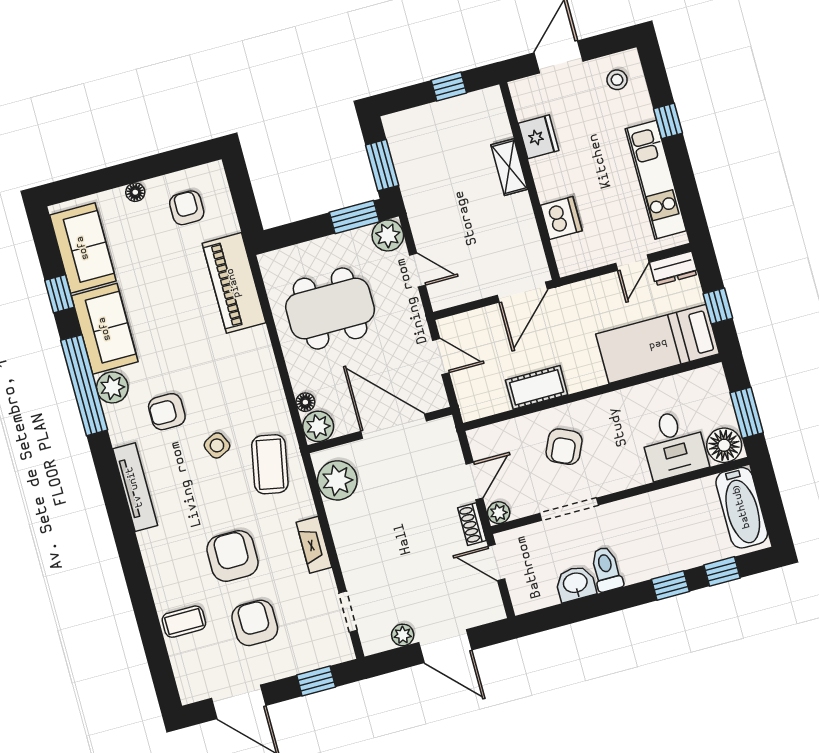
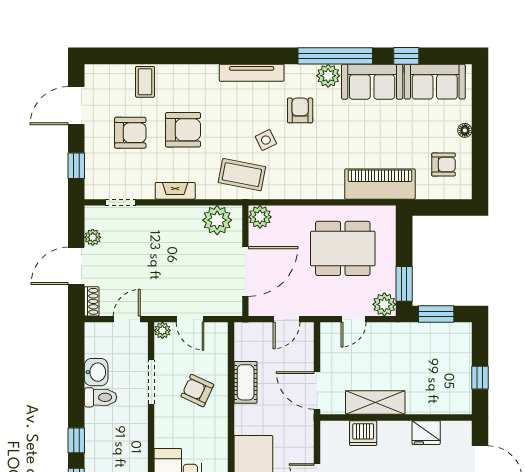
shelving: (509, 167) -> (375, 403), moved, width x1.50, depth x1.33
dining table: (330, 308) -> (343, 248), turned 90
floor lamp: (305, 402) -> (280, 212), removed
shoe rack: (472, 524) -> (92, 301), moved, turned 90

